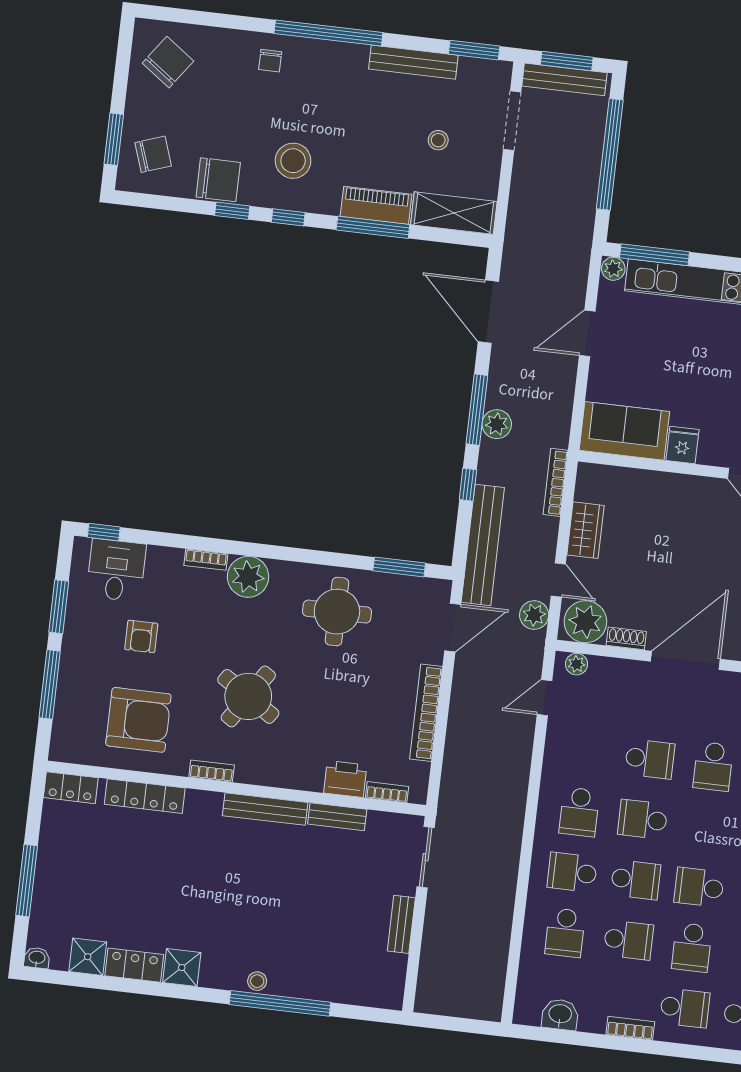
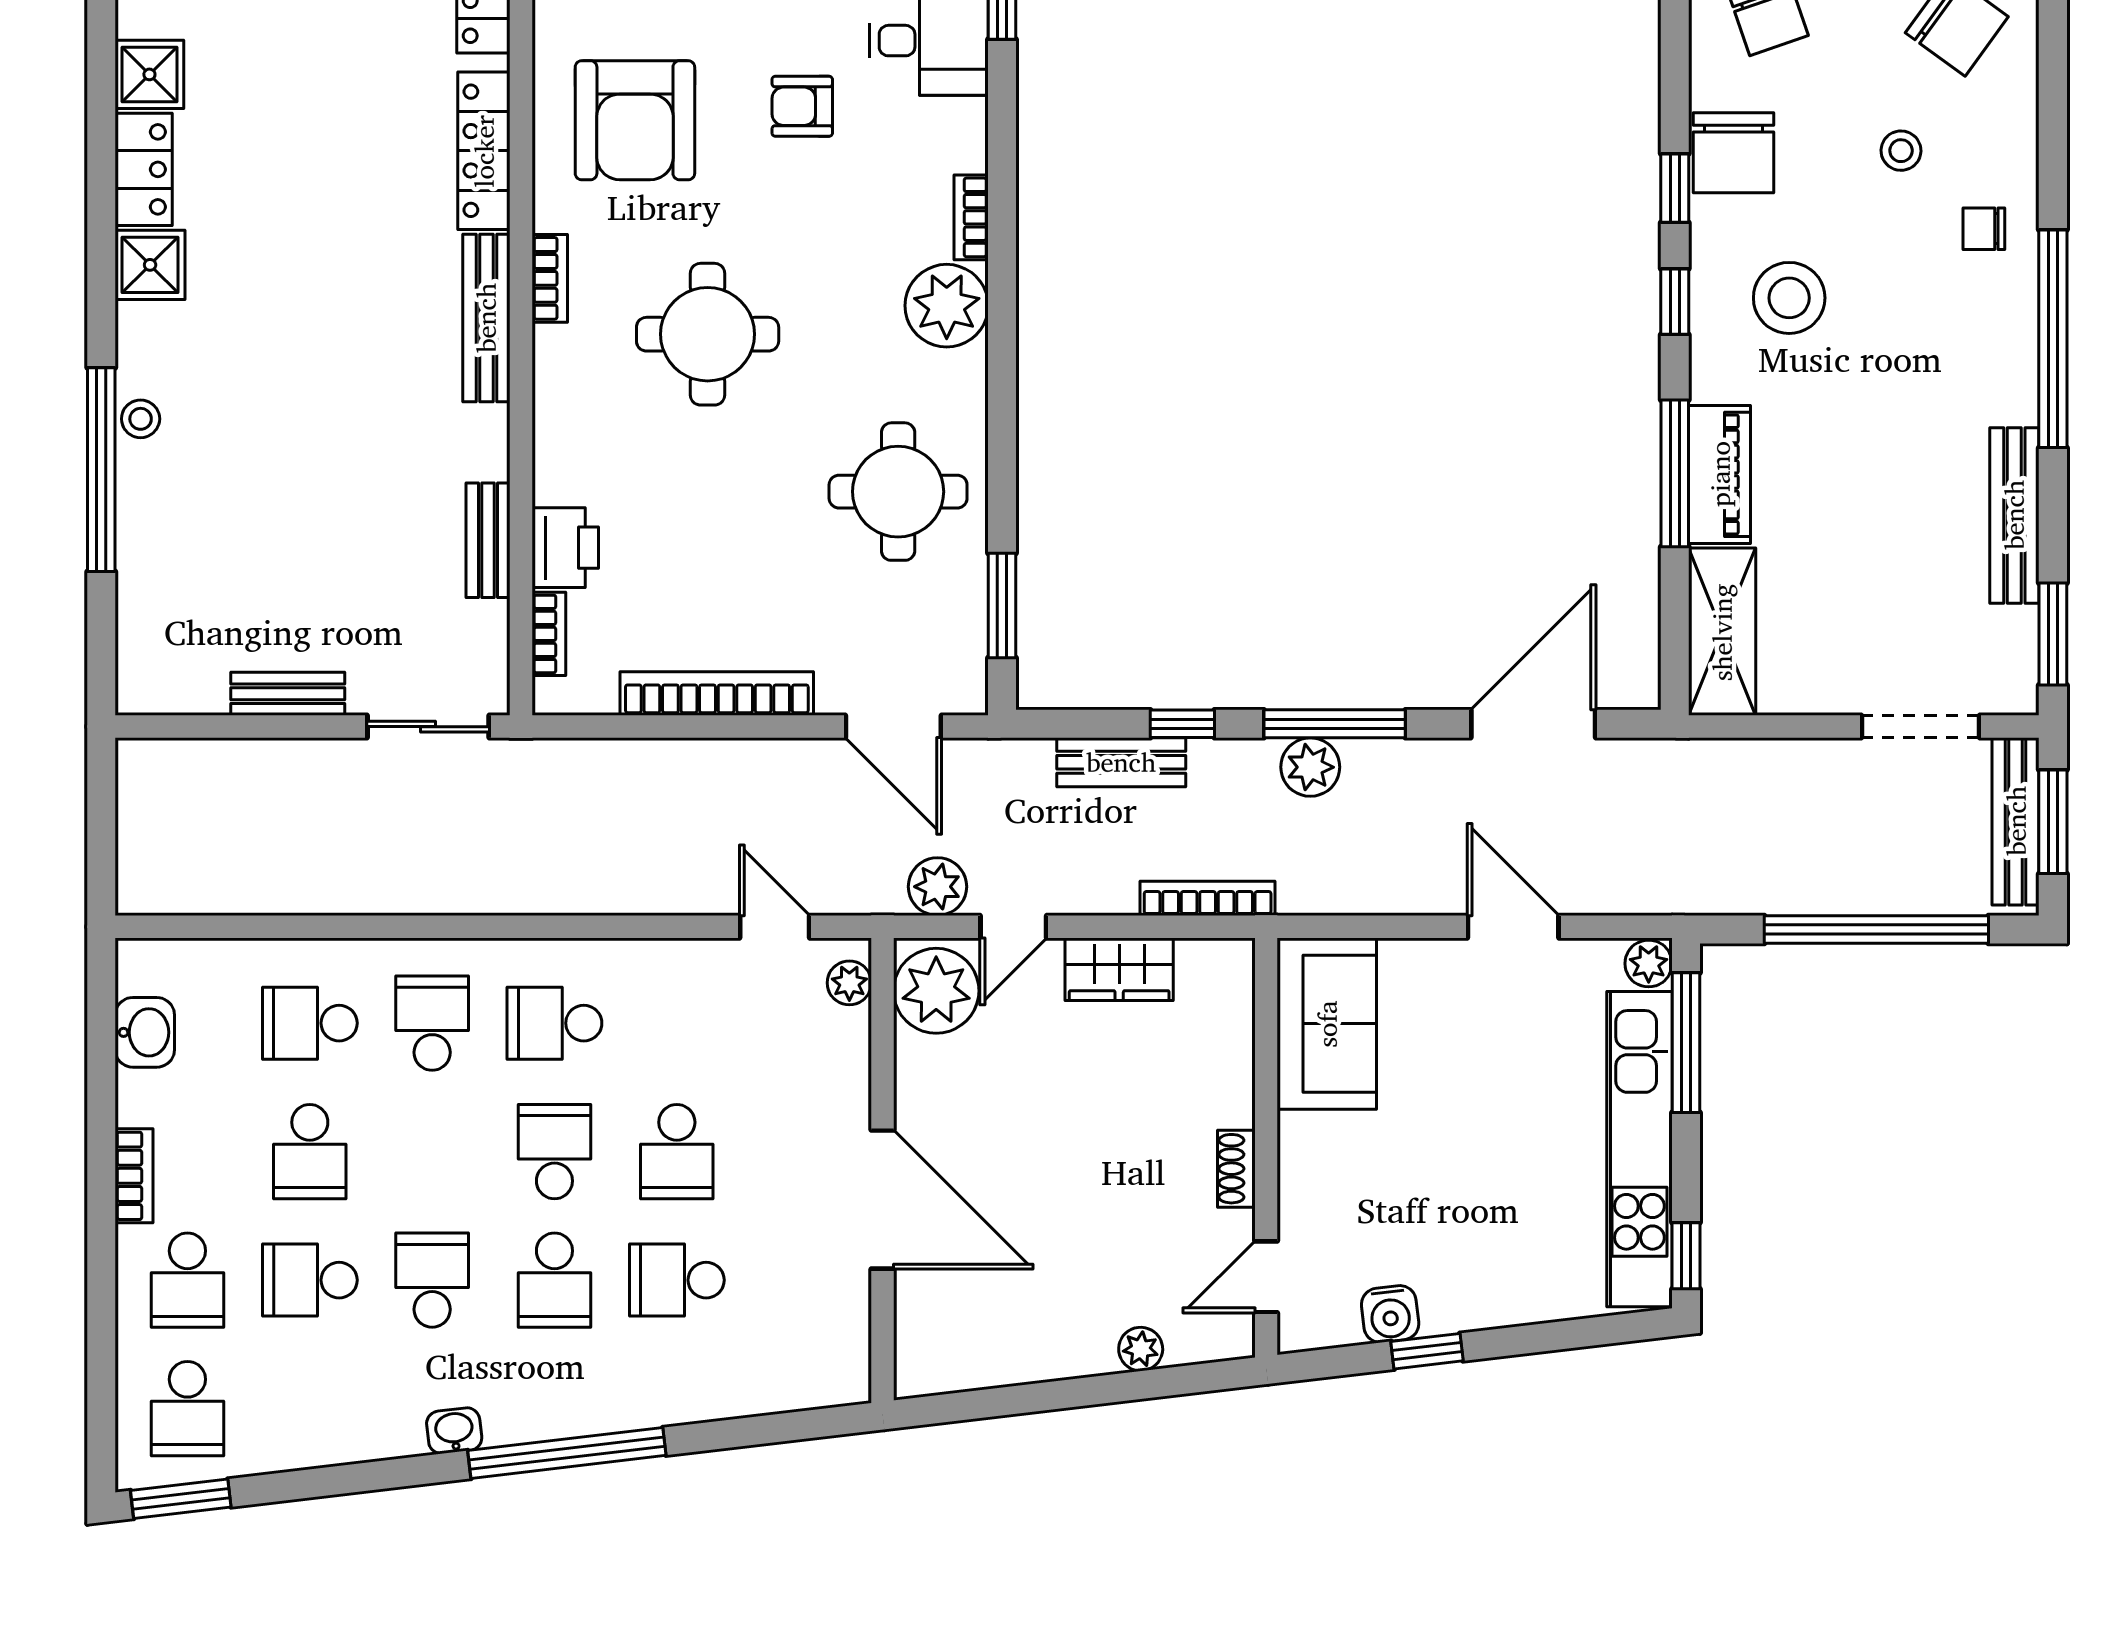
stool: (438, 140) -> (1901, 151), moved
fridge: (682, 445) -> (1312, 1143), removed
bench: (483, 545) -> (1121, 762), width x0.54, depth x0.82
shoe rack: (626, 638) -> (1236, 1169), moved, turned 180
round table: (248, 696) -> (708, 334), turned -33
bench: (265, 809) -> (486, 318), moved
school desk: (636, 880) -> (554, 1280), moved

